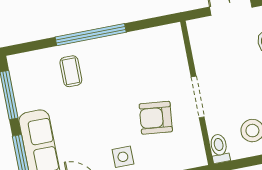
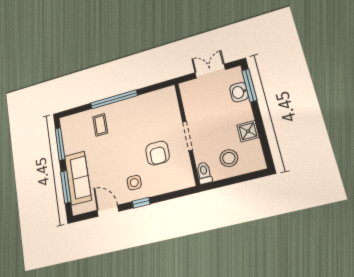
armchair: (156, 118) -> (158, 153), turned -96

